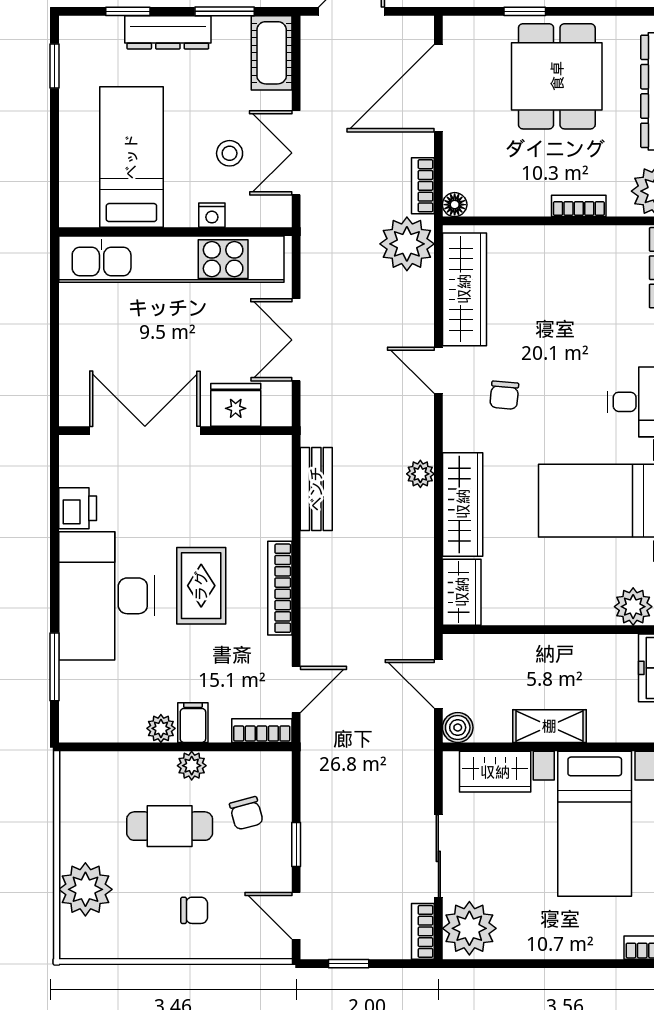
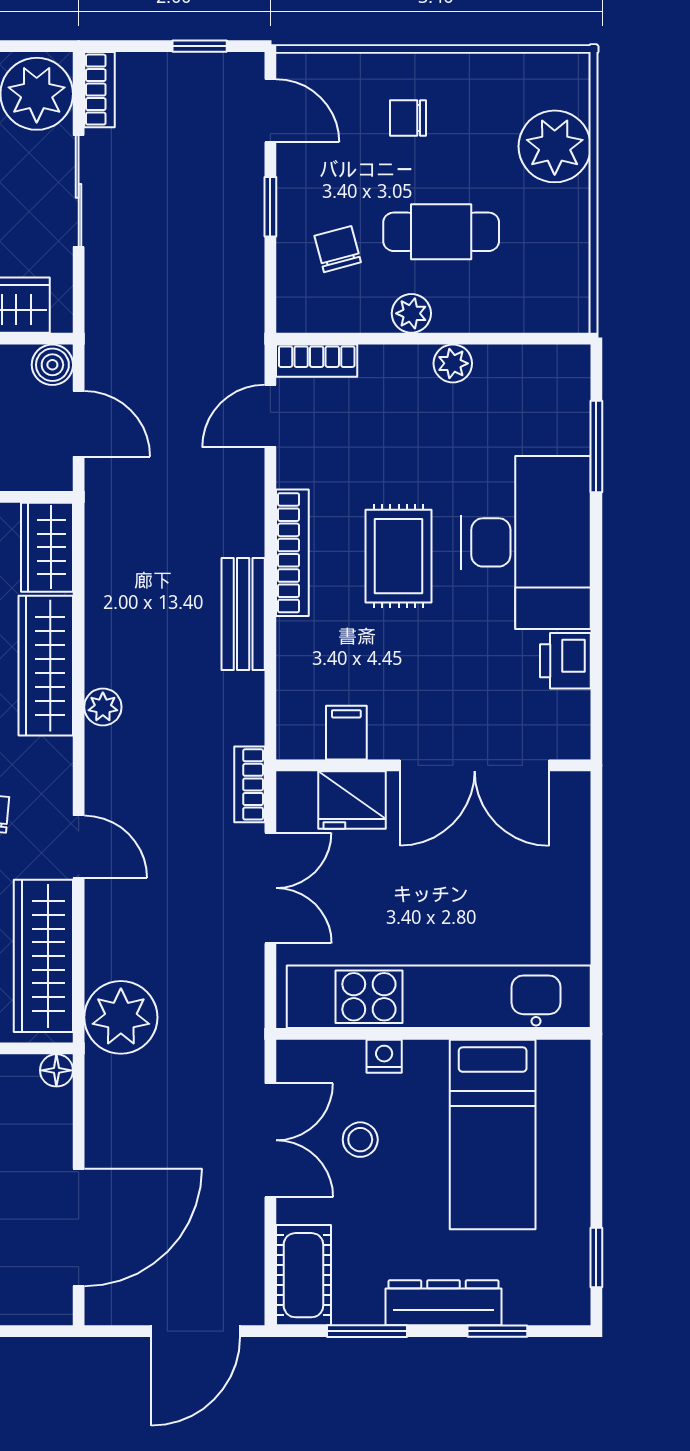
bookcase: (423, 186) -> (249, 784), moved, turned 180
bench: (316, 489) -> (243, 614), moved
filing cabinet: (193, 723) -> (346, 733), moved, turned 180

